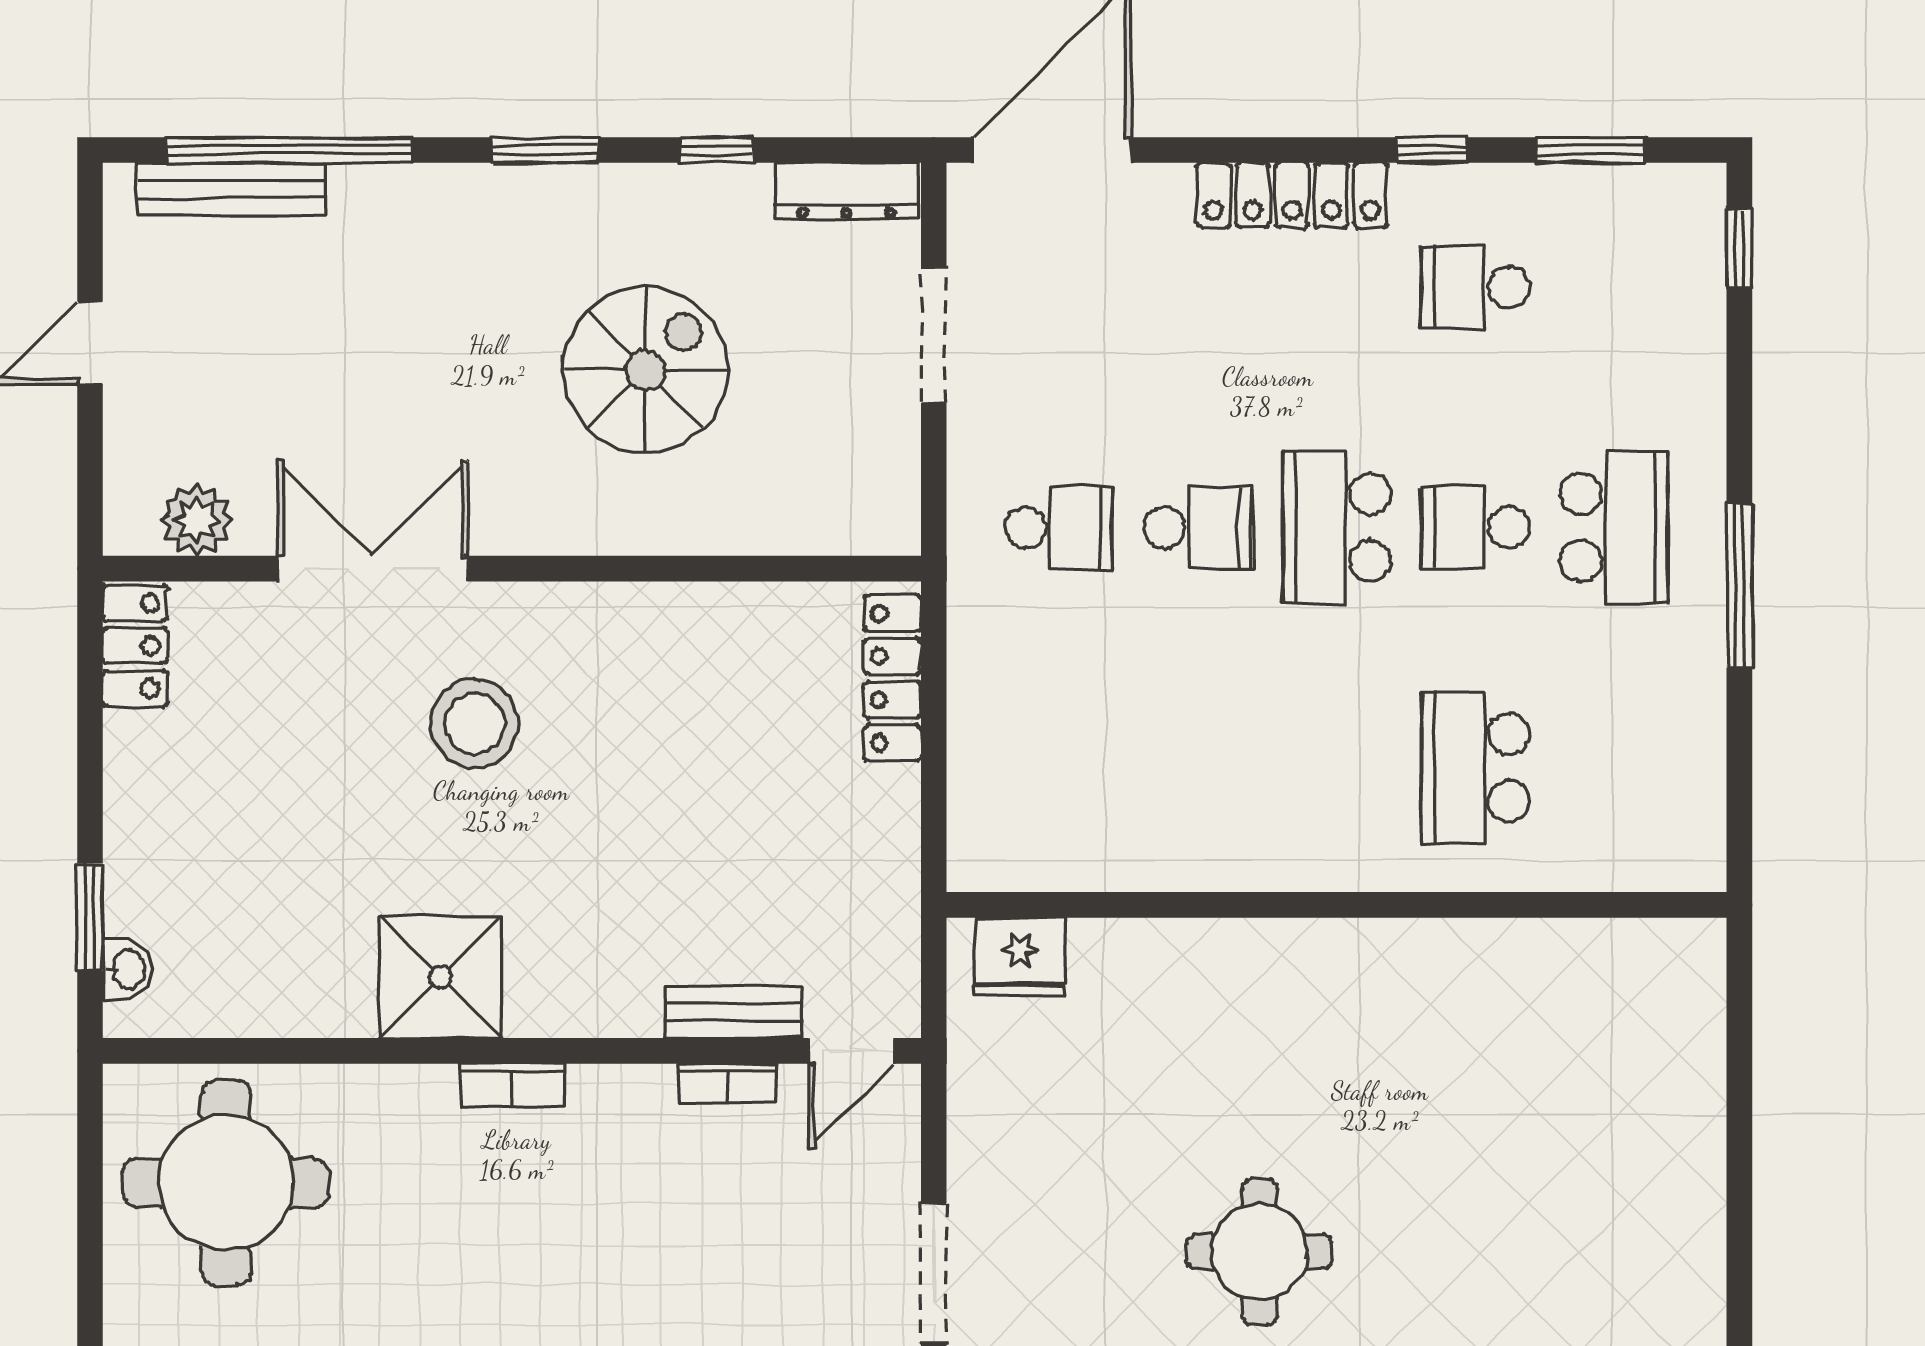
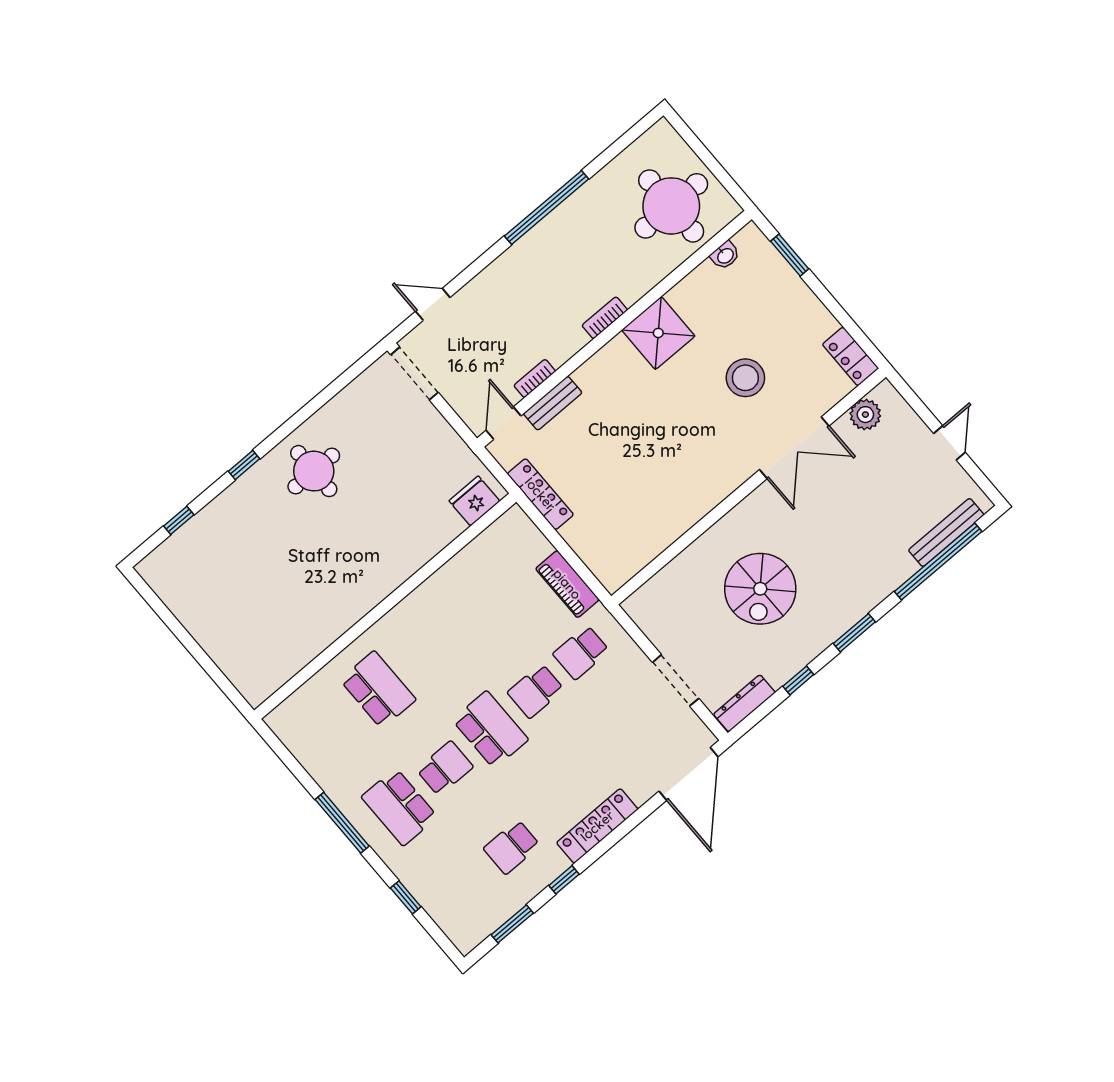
window: (1739, 248) -> (406, 897), moved
school desk: (1475, 287) -> (512, 847), turned 180
piano: (980, 669) -> (567, 584), added
locker: (892, 678) -> (540, 494), moved
stool: (474, 724) -> (745, 378), moved
washbasin: (127, 969) -> (725, 255), moved, turned -90

